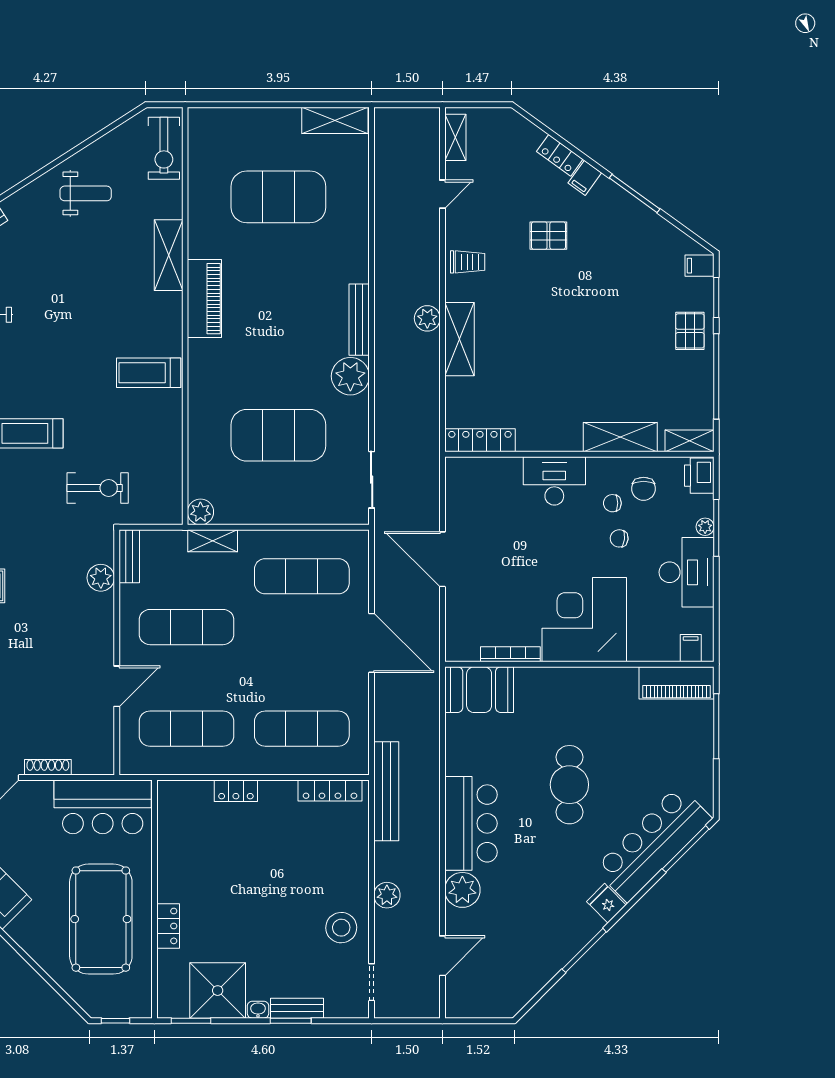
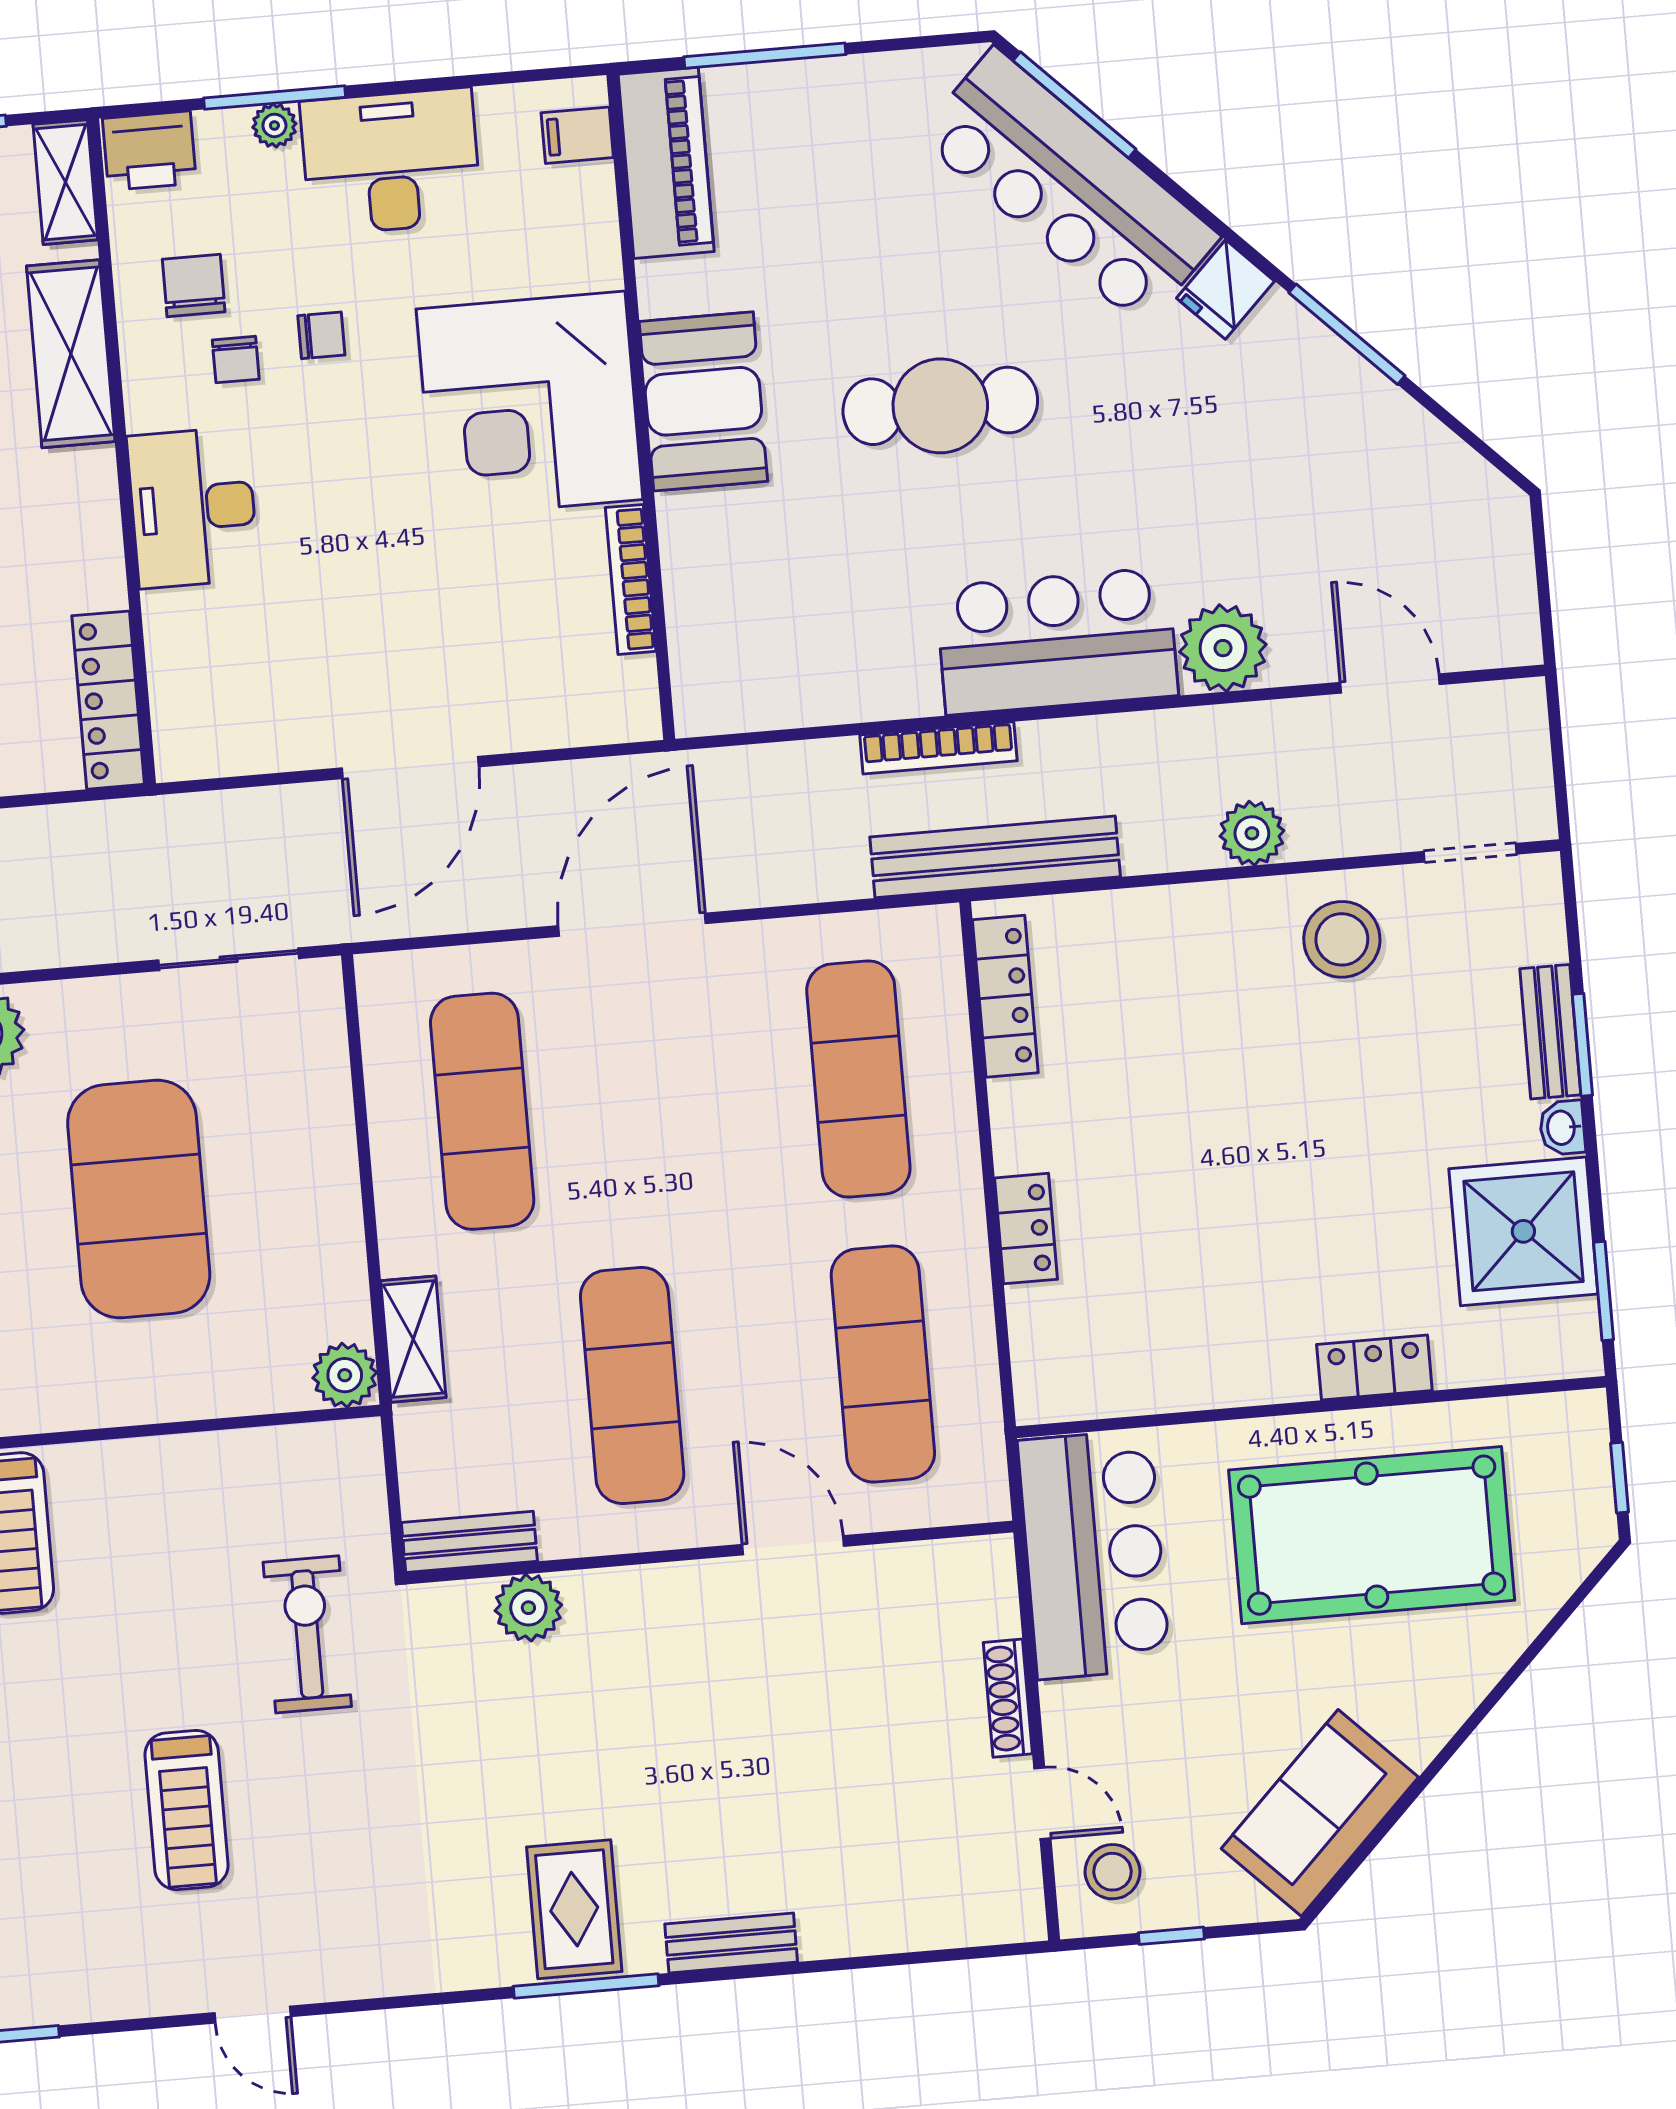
chair: (644, 489) -> (194, 285), turned -90
chair: (619, 538) -> (321, 335), turned -96
booth: (479, 690) -> (703, 401), moved
bookcase: (432, 772) -> (938, 748), added

